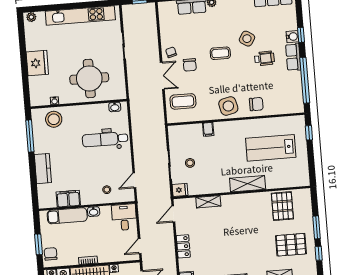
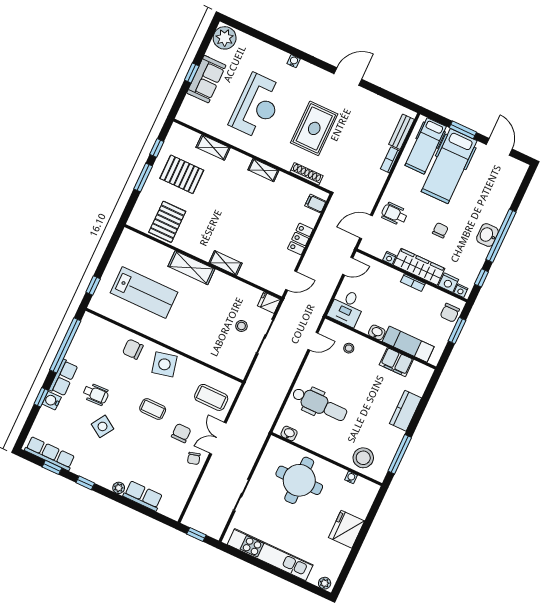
coffee table: (220, 53) -> (153, 409), moved
wheelchair: (264, 58) -> (96, 394), turned 180
filing cabinet: (208, 129) -> (201, 351), removed
shelving: (208, 202) -> (225, 263), moved

